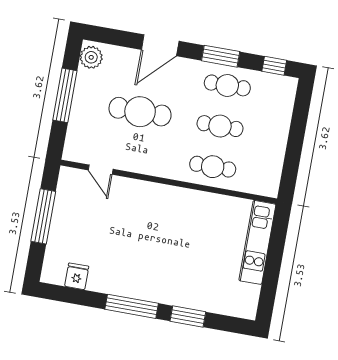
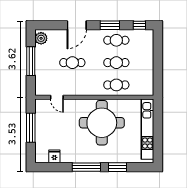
cafe table: (140, 112) -> (72, 63), width x0.73, depth x0.74
round table: (174, 231) -> (102, 123), added
kitchen unit: (257, 242) -> (147, 129), width x1.36

